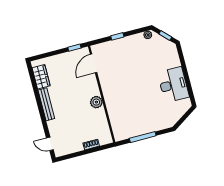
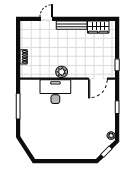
door: (94, 63) -> (98, 79), swing flipped
desk: (173, 85) -> (55, 92), moved, turned 180
door: (50, 144) -> (46, 19), moved

